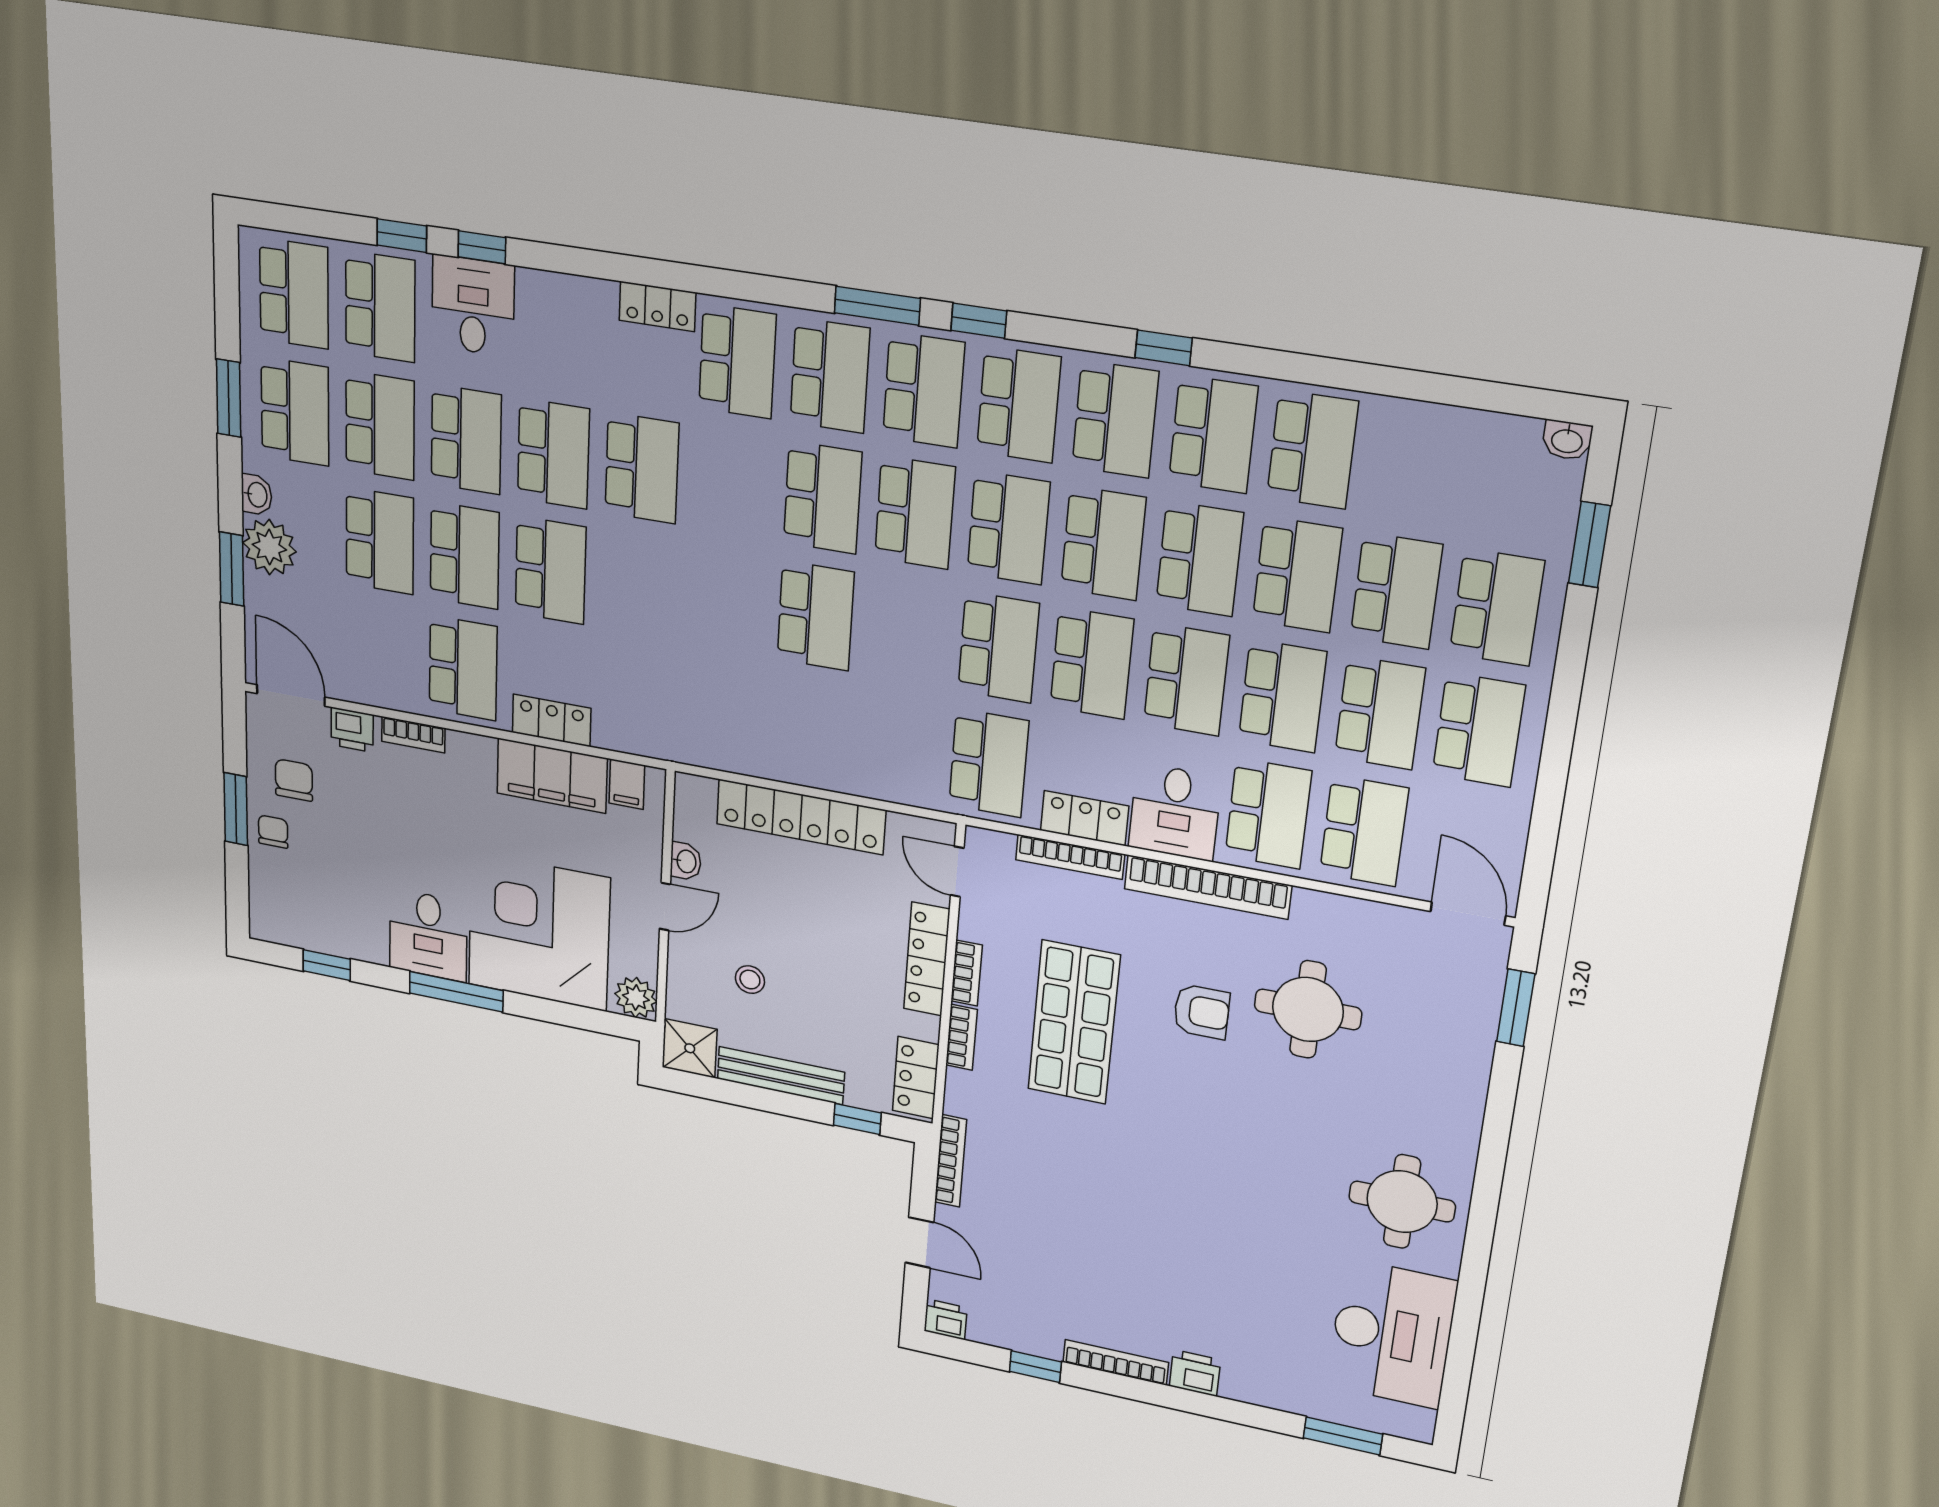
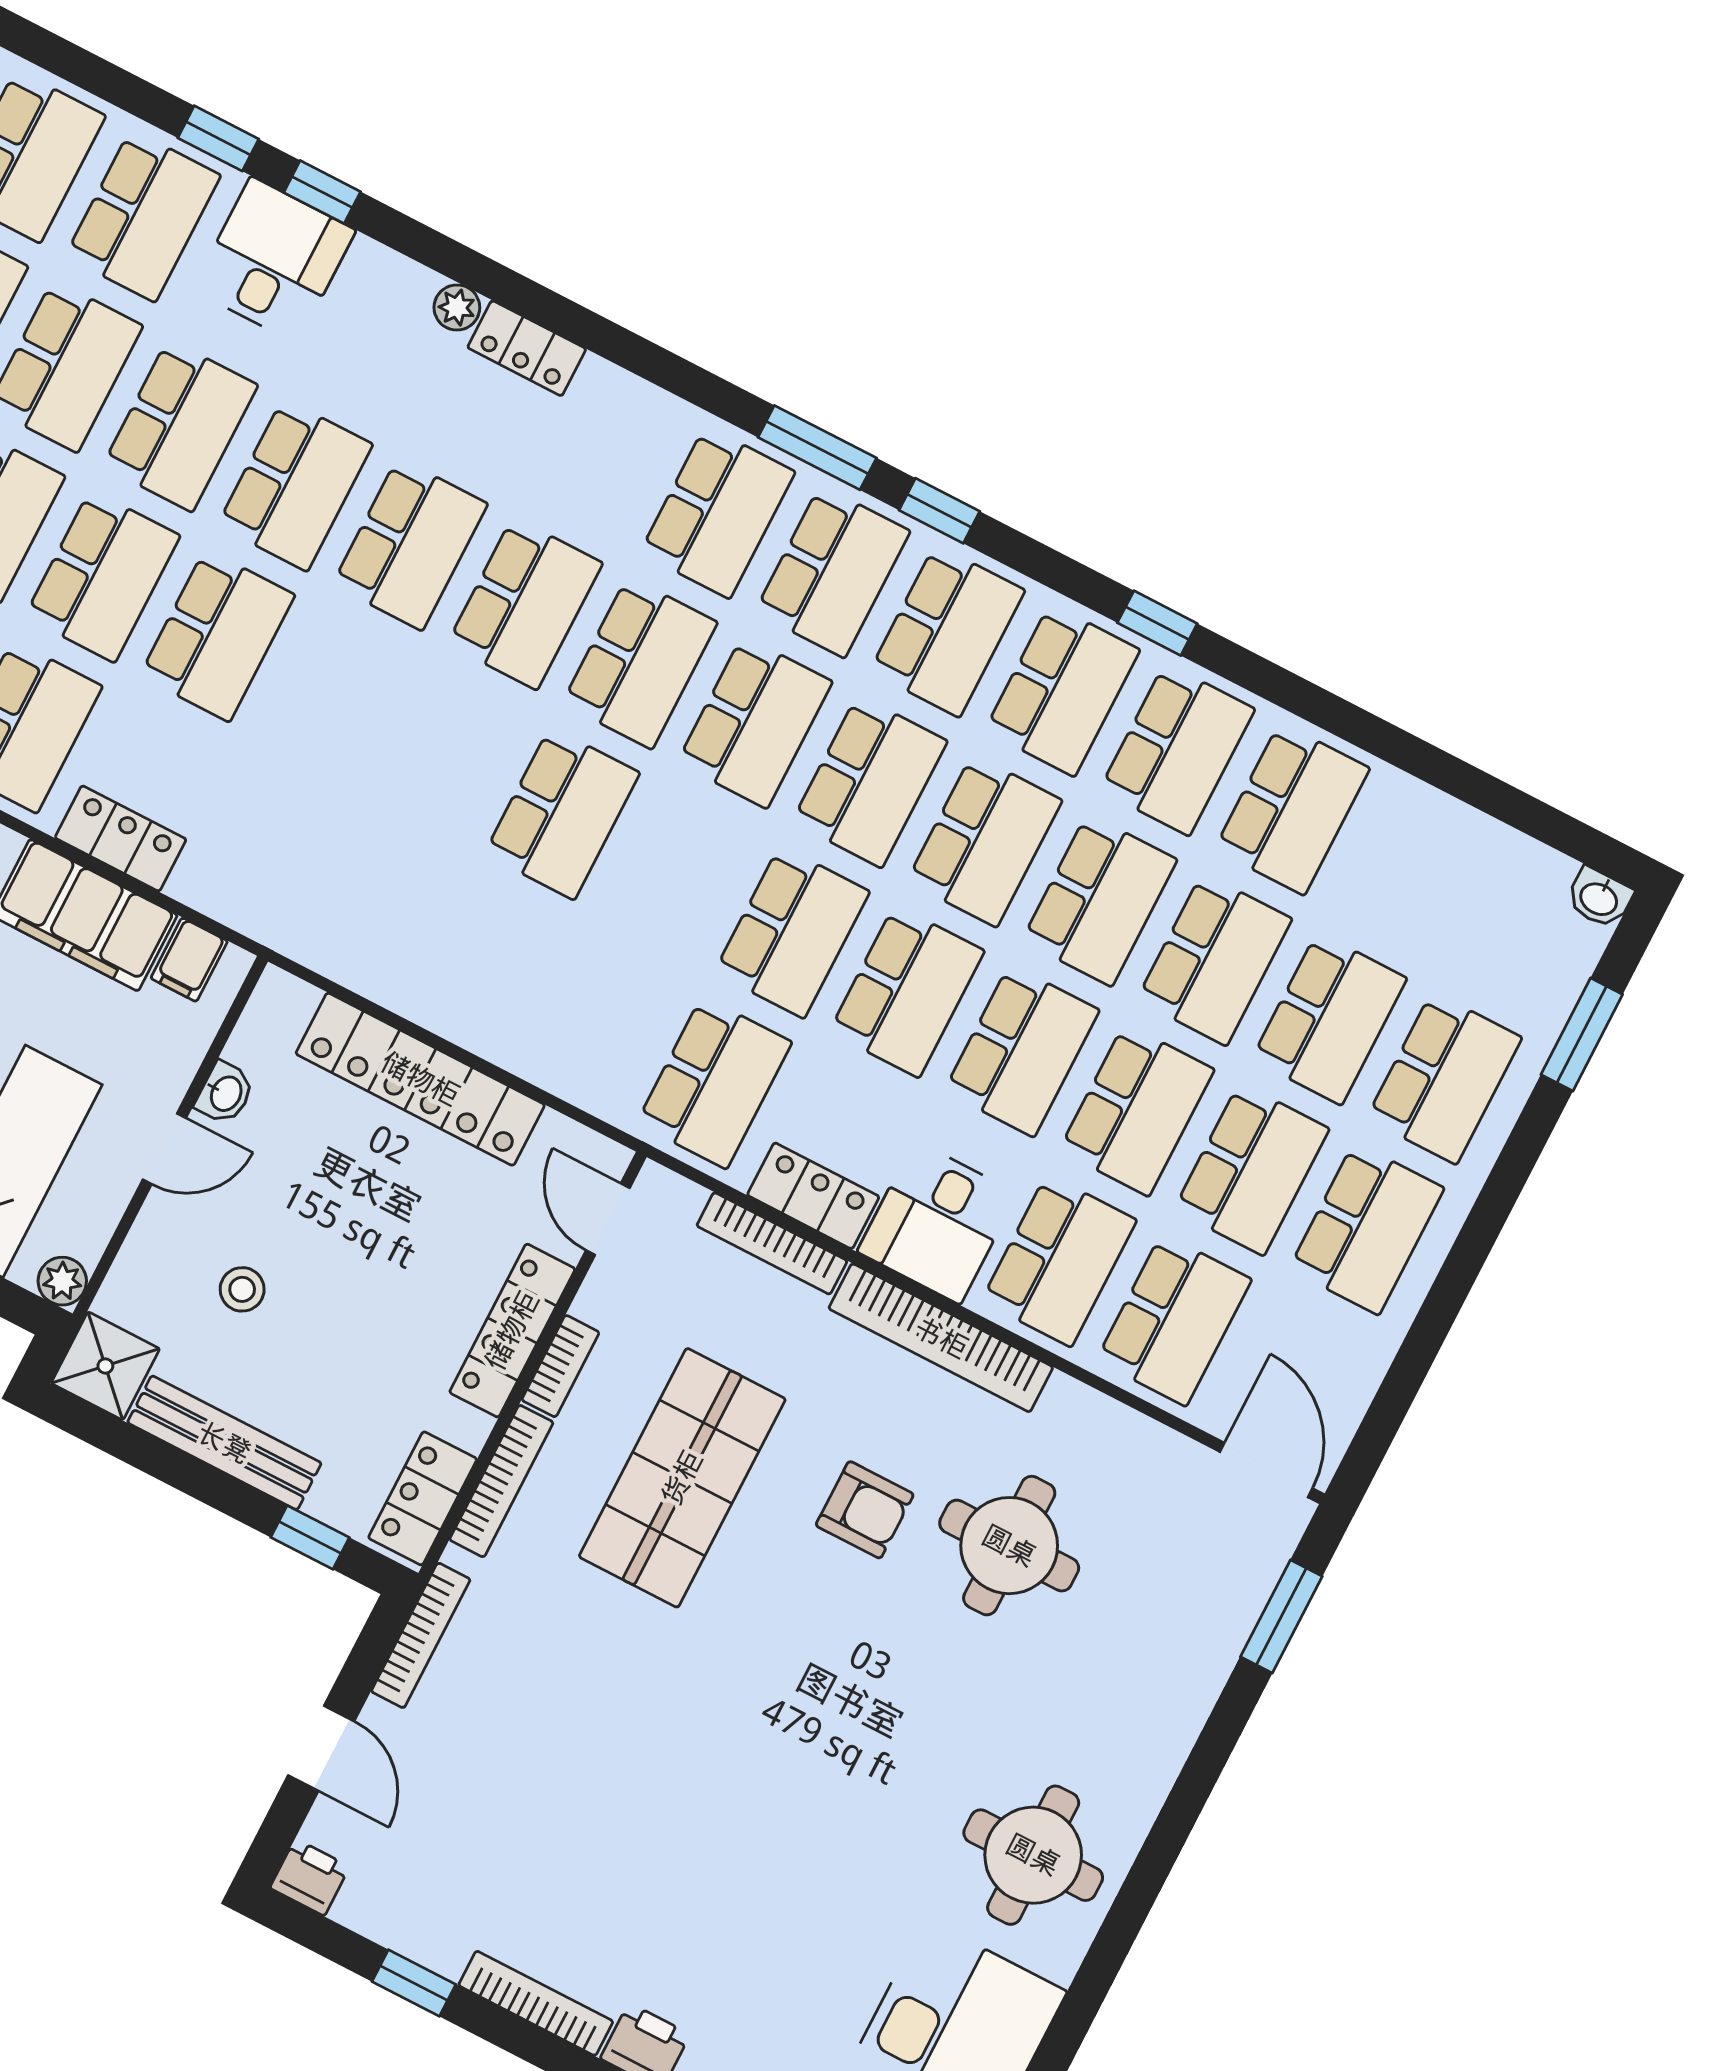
plant: (601, 295) -> (457, 307), added
school desk: (737, 361) -> (525, 603), moved
plant: (636, 998) -> (62, 1281), width x0.73, depth x0.73
bookcase: (961, 1037) -> (501, 1481), width x1.56

